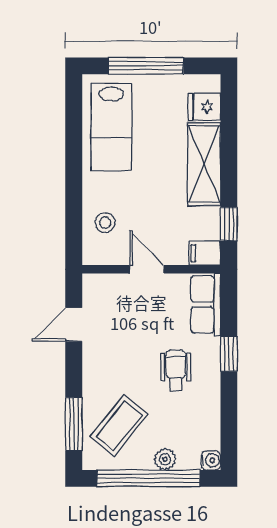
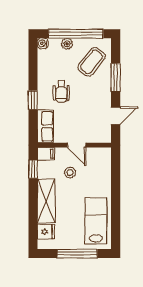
stool: (105, 223) -> (70, 173), moved
window: (74, 424) -> (116, 78), moved

